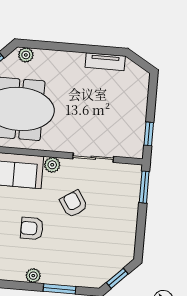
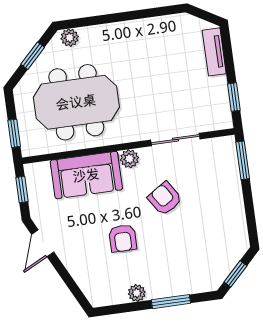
tv unit: (105, 62) -> (214, 52), moved, turned 90
armchair: (32, 228) -> (123, 238), turned -90

